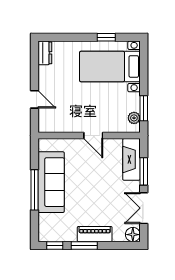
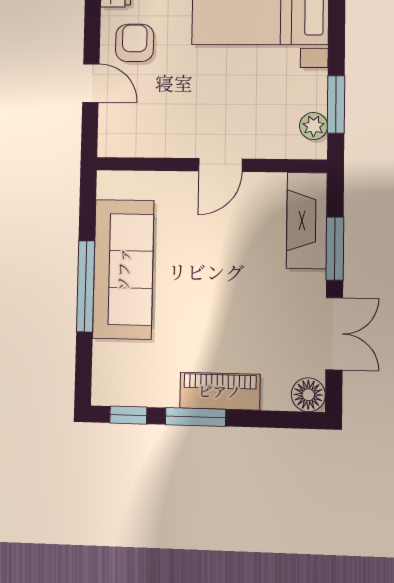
armchair: (54, 81) -> (135, 43), added
door: (93, 136) -> (220, 165), hinge flipped
double door: (144, 208) -> (334, 334), swing flipped

